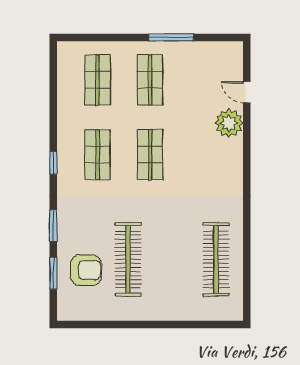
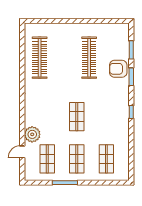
door: (247, 92) -> (22, 152), swing flipped
shop shelf: (97, 155) -> (47, 159), moved
armchair: (86, 270) -> (118, 69), moved

